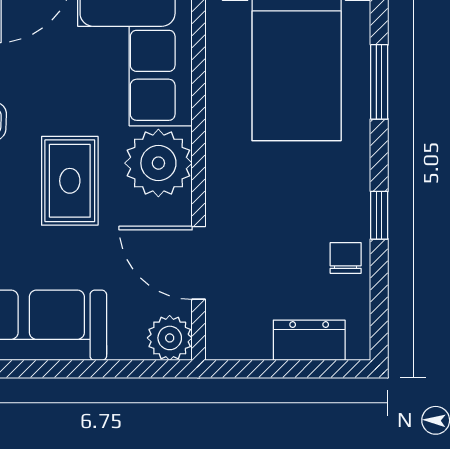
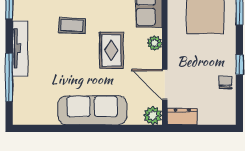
plant: (158, 163) -> (155, 43), width x0.53, depth x0.53
dresser: (309, 340) -> (182, 116), moved

